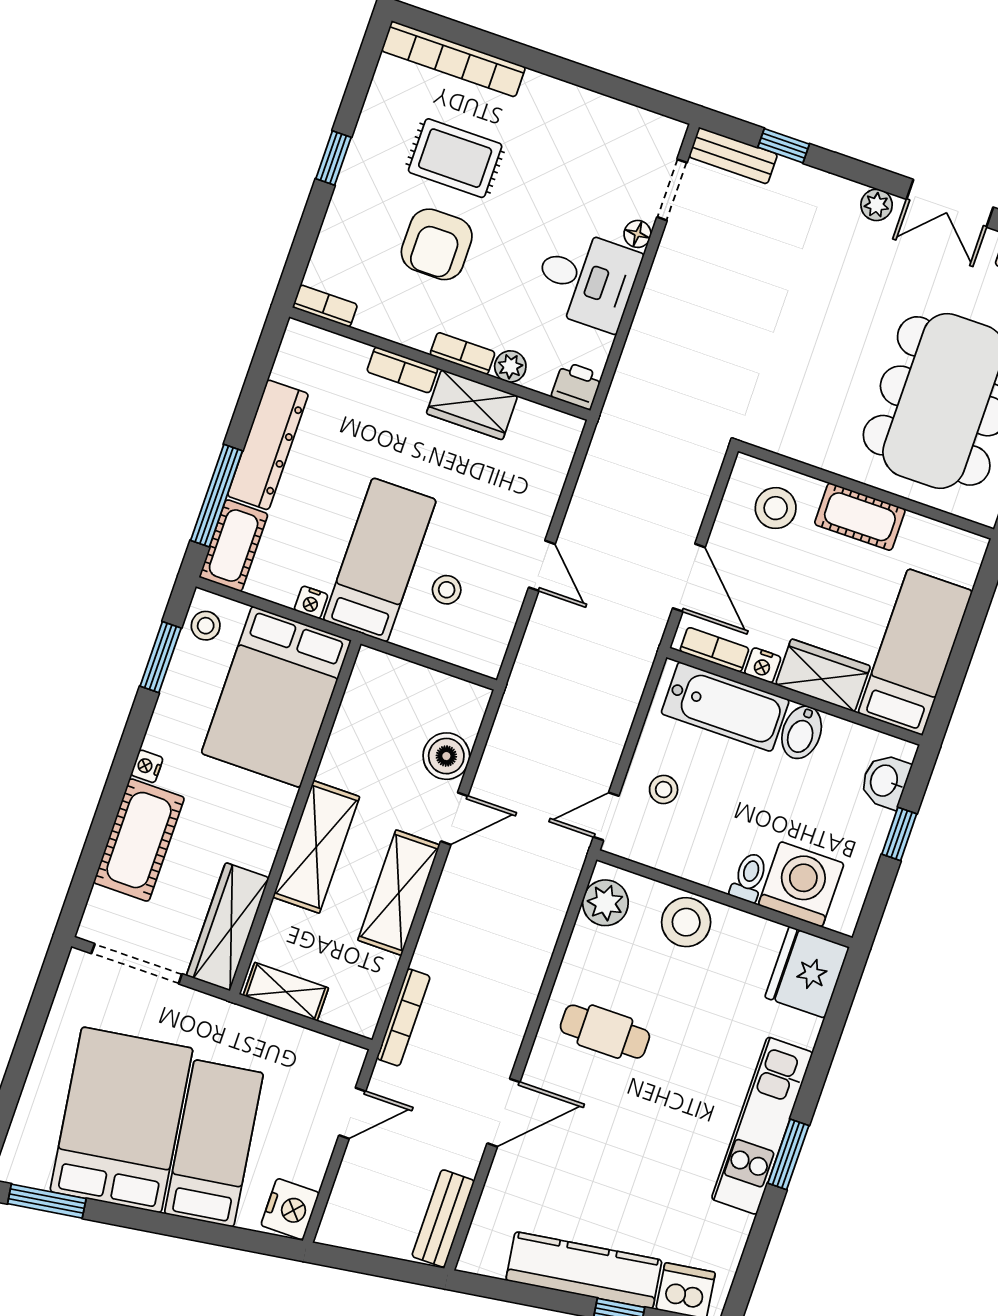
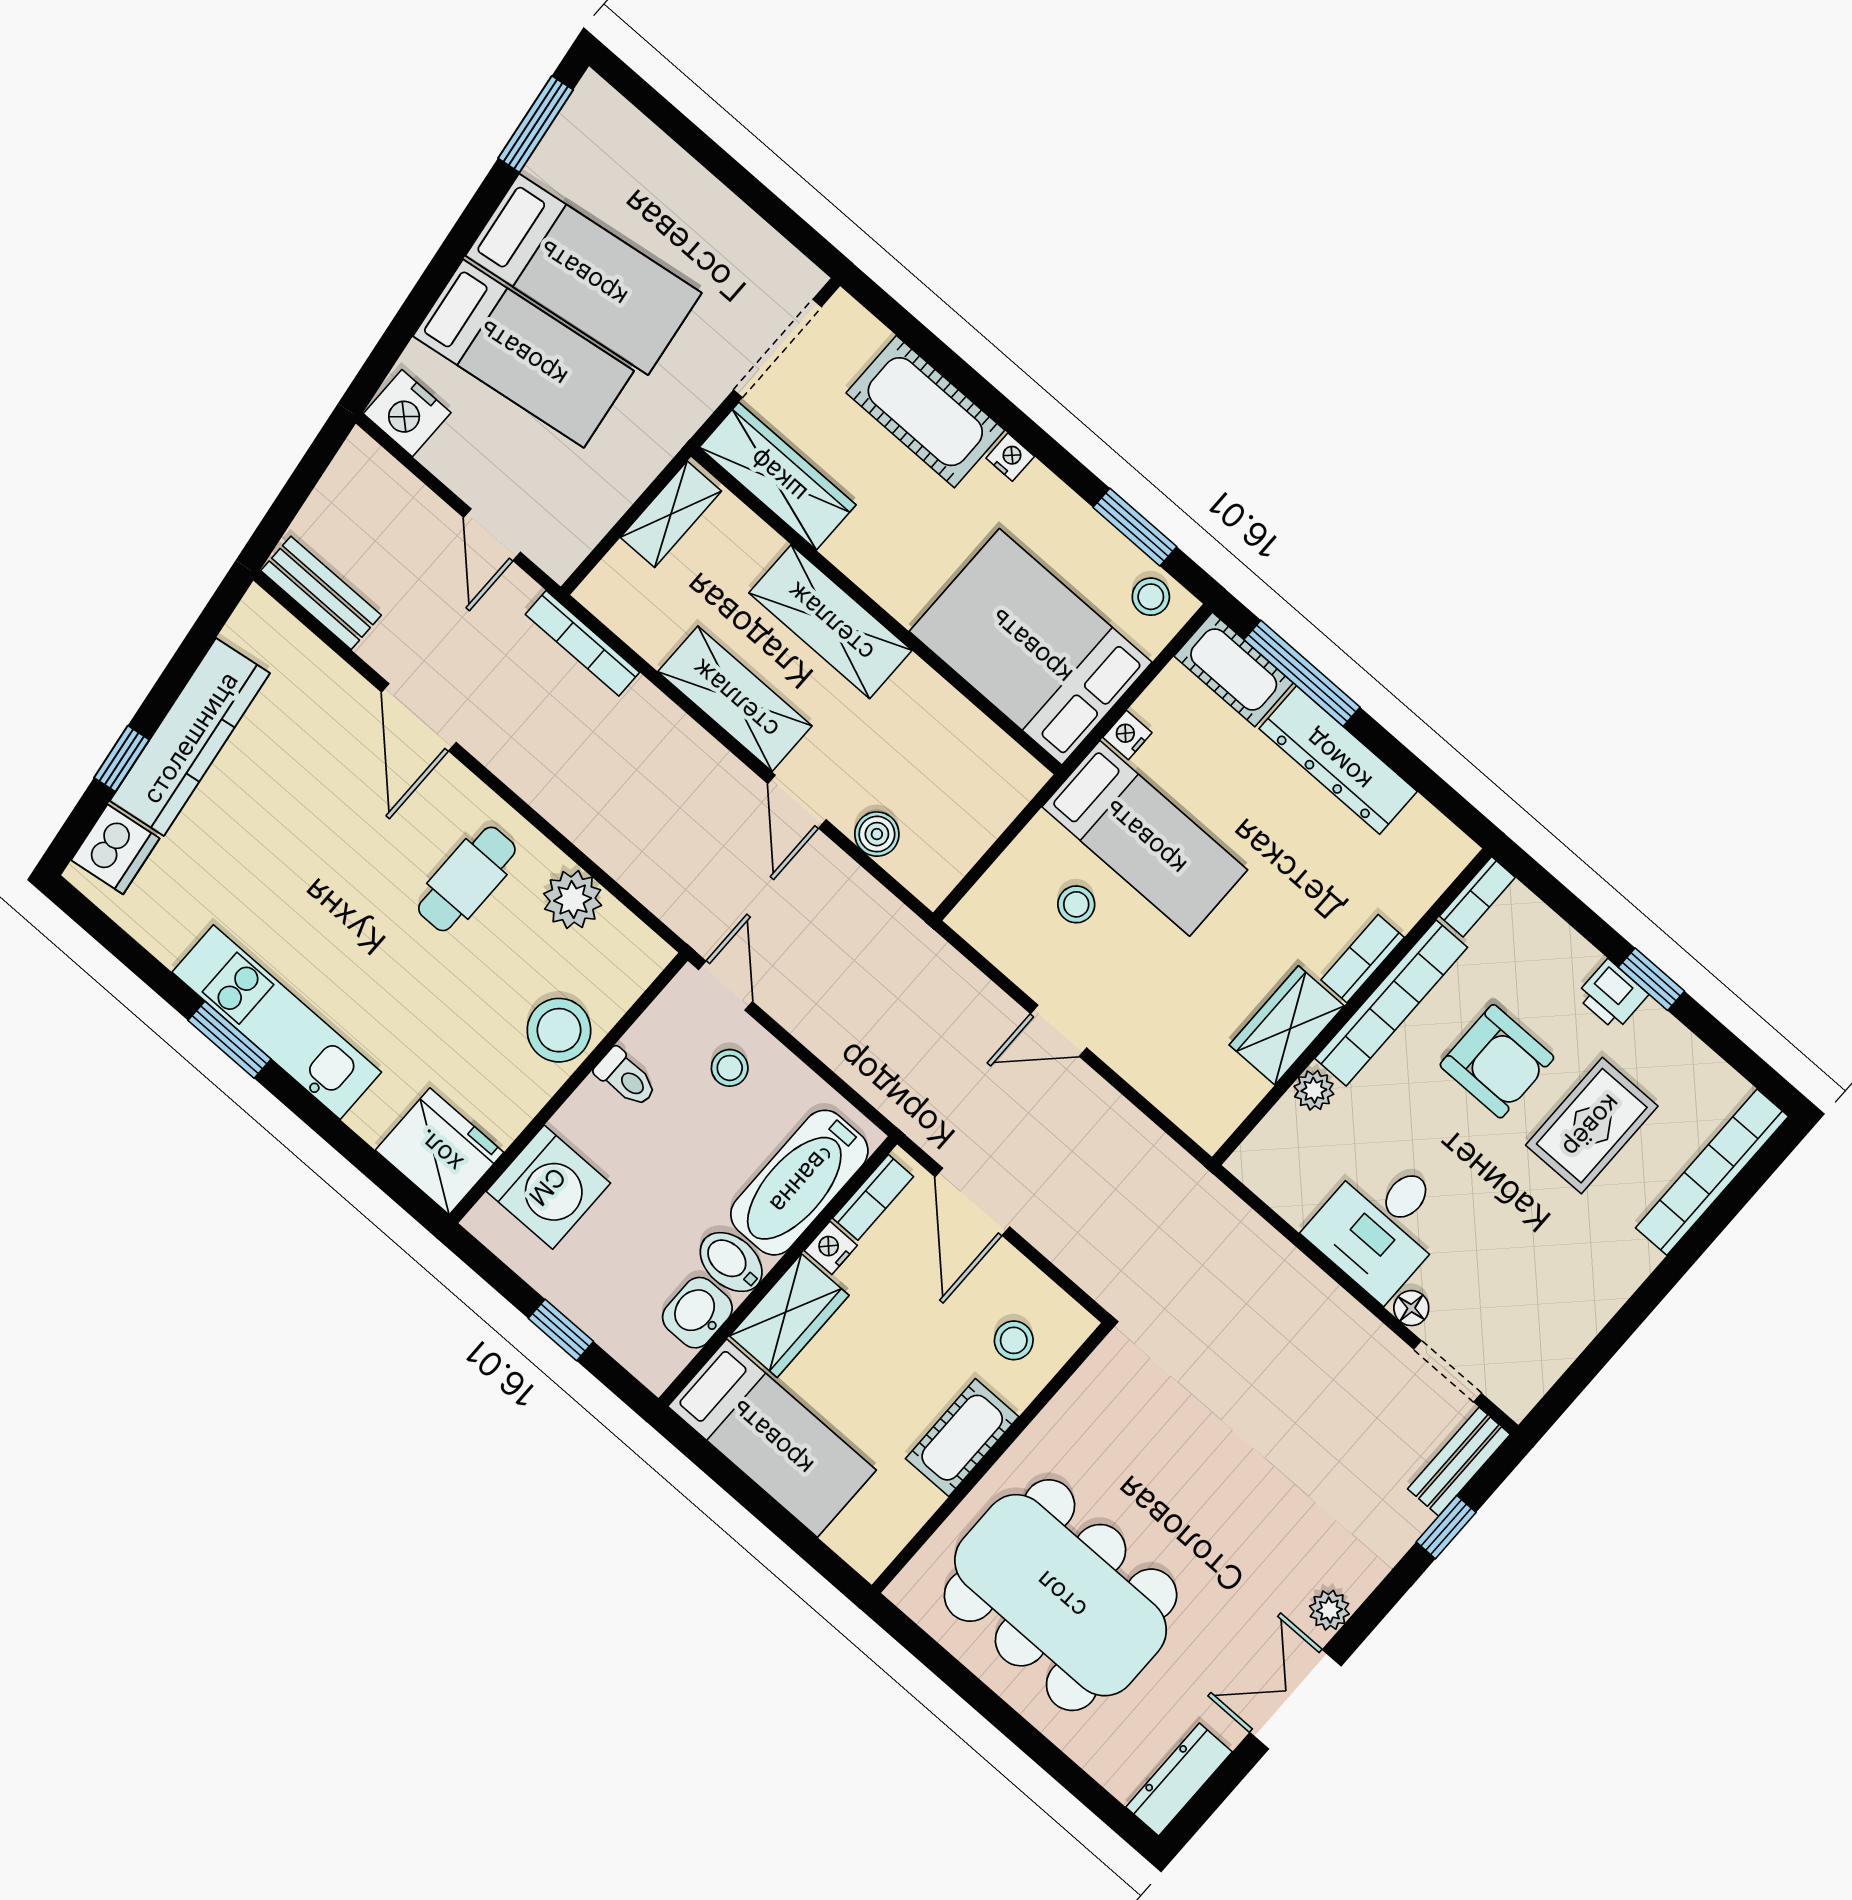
armchair: (437, 244) -> (1497, 1061), turned 180
bookcase: (462, 353) -> (1391, 1003), width x2.31, depth x1.31
printer: (577, 386) -> (1612, 995), moved, turned 90
stool: (776, 508) -> (1014, 1340), width x0.73, depth x0.73
door: (689, 578) -> (972, 1202), hinge flipped
boiler: (446, 756) -> (877, 834), width x0.73, depth x0.73
washbasin: (885, 781) -> (697, 1313), moved, turned -90
toilet: (749, 877) -> (626, 1078), moved
plant: (605, 903) -> (573, 900), moved
bed: (121, 1120) -> (583, 274), width x0.67

